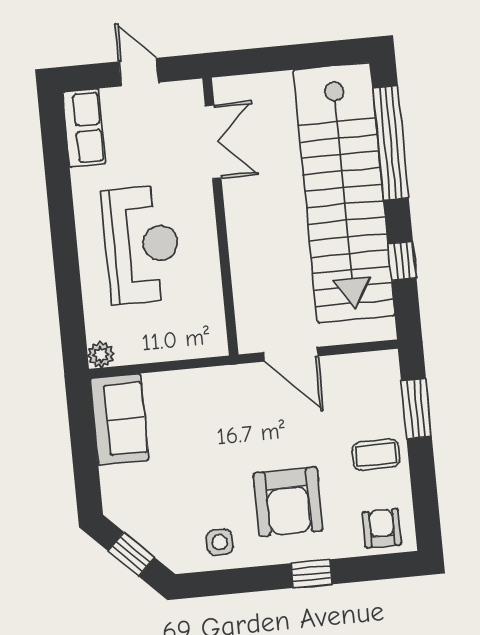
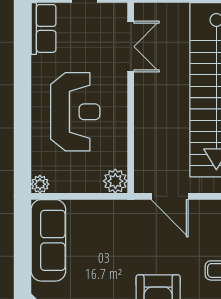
plant: (210, 340) -> (115, 181), added
sofa: (119, 419) -> (48, 240), width x1.36

